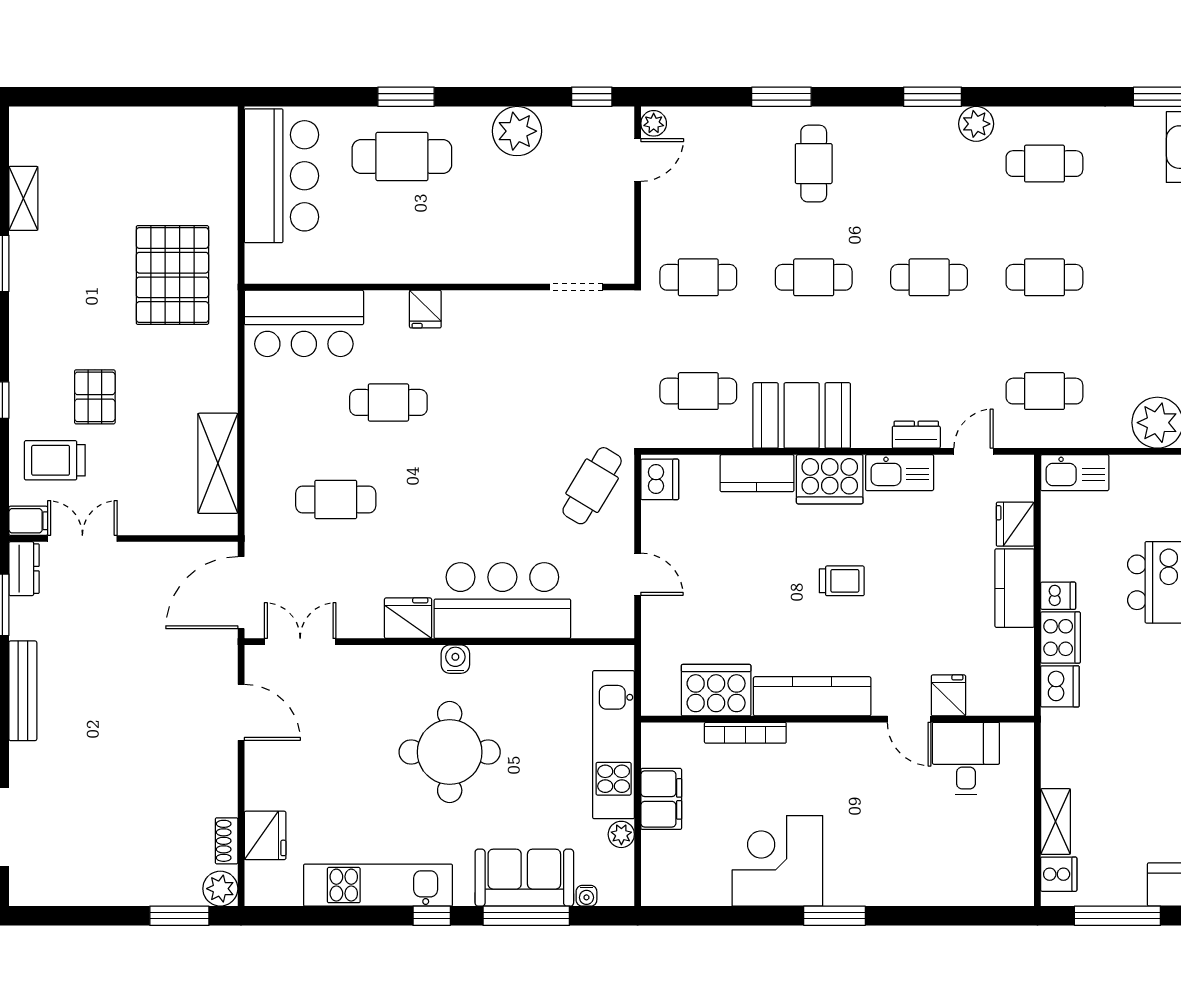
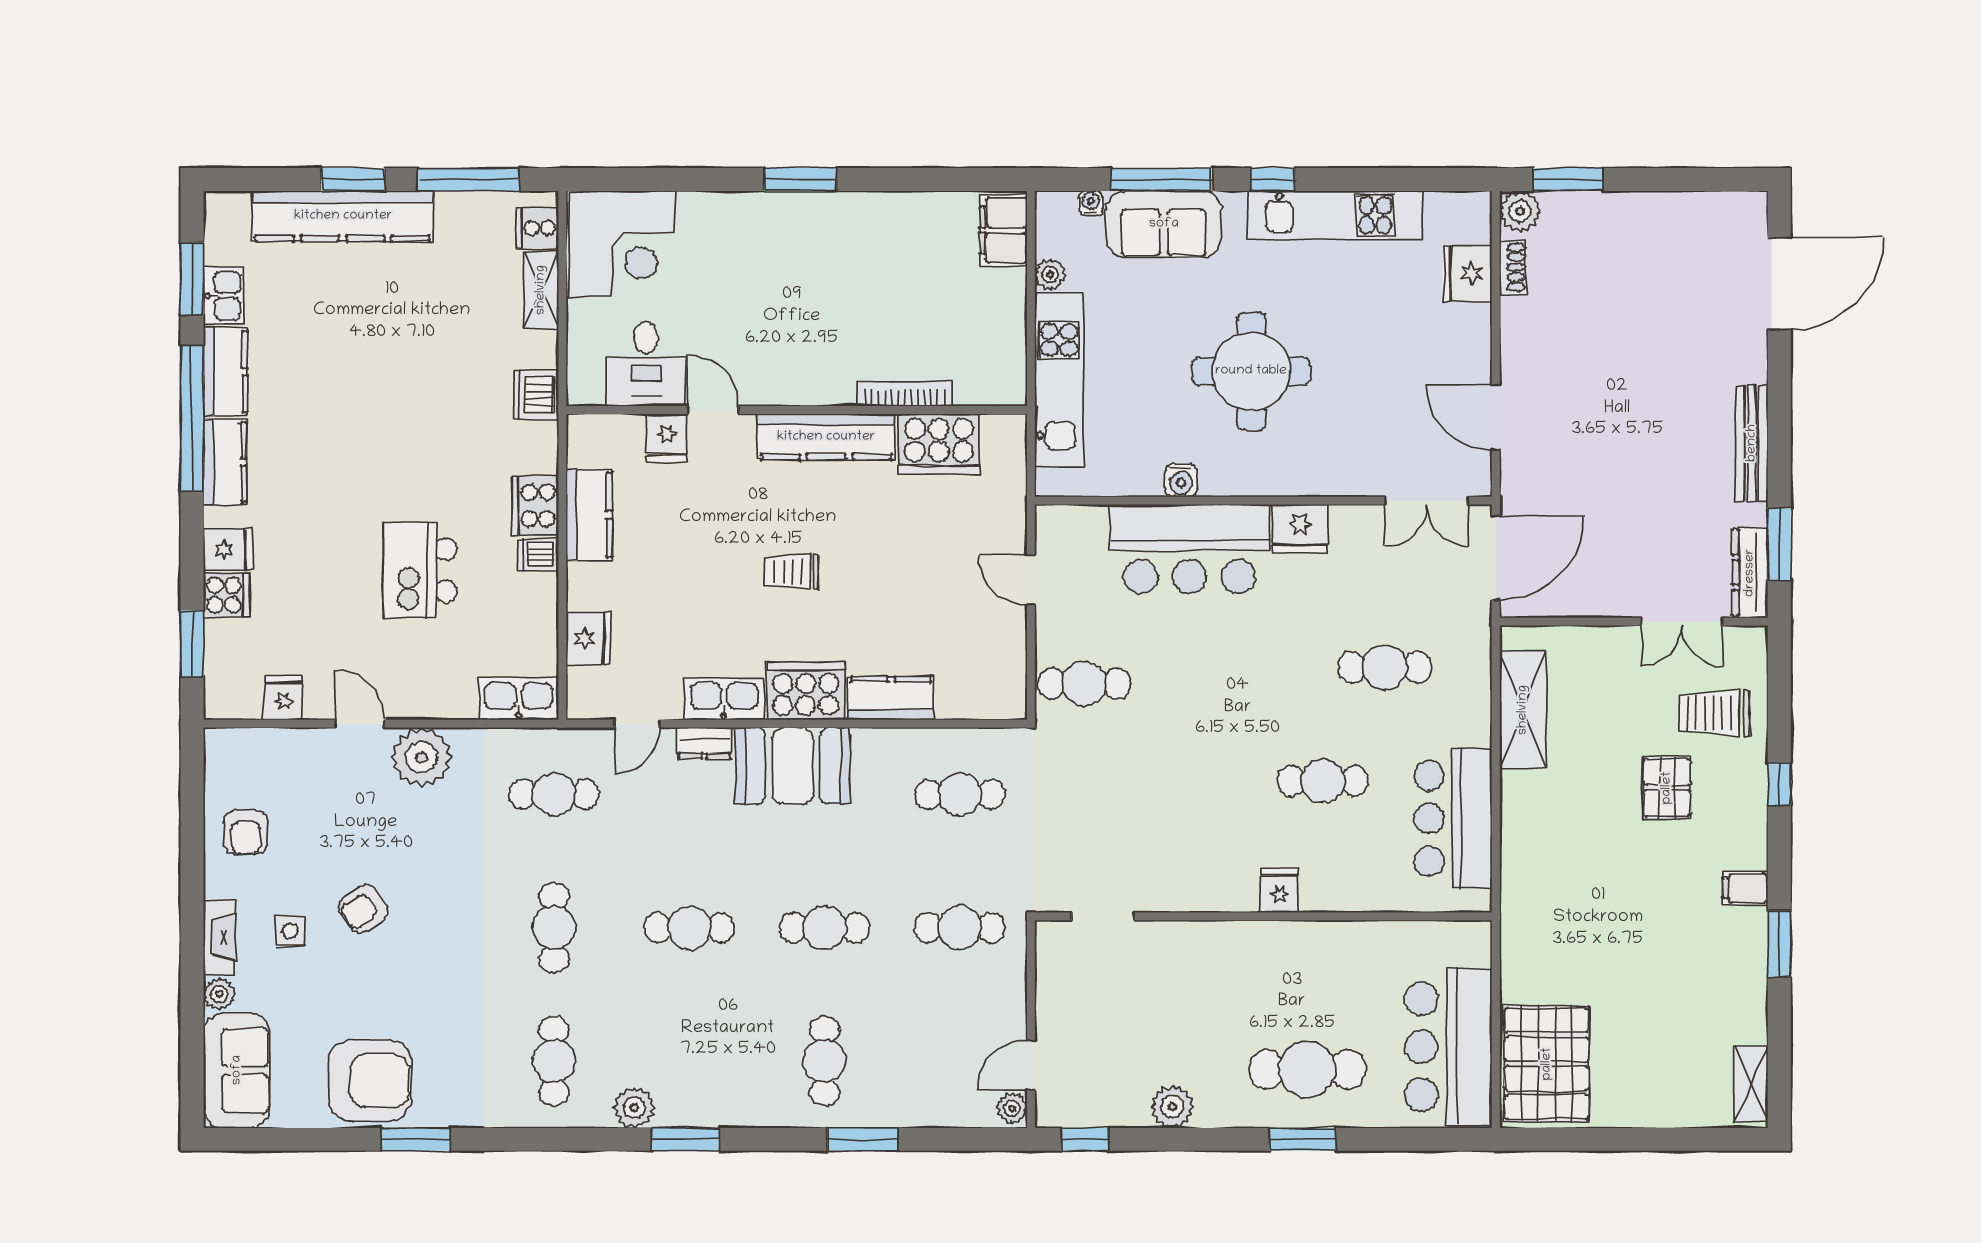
plant: (517, 131) -> (1172, 1107), width x0.73, depth x0.73
cafe table: (1044, 164) -> (554, 1061), turned 90
shelving: (23, 198) -> (1751, 1084), moved
pallet: (172, 275) -> (1547, 1064), moved
cafe table: (1044, 277) -> (554, 928), turned 90
bar counter: (304, 323) -> (1453, 818), moved, turned -90
booth: (802, 415) -> (793, 766), moved
trolley: (55, 460) -> (1714, 713), turned 180
dishwasher: (660, 479) -> (1005, 691), removed
cafe table: (592, 486) -> (1084, 683), turned 59
filing cabinet: (28, 521) -> (1745, 888), moved
dresser: (24, 569) -> (1750, 573), width x1.44
kitchen counter: (1015, 588) -> (589, 515), moved
water cooler: (455, 659) -> (1181, 480), moved
dishwasher: (1060, 686) -> (536, 394), moved
filing cabinet: (661, 799) -> (1003, 230), moved
corner desk: (777, 861) -> (622, 244), moved

